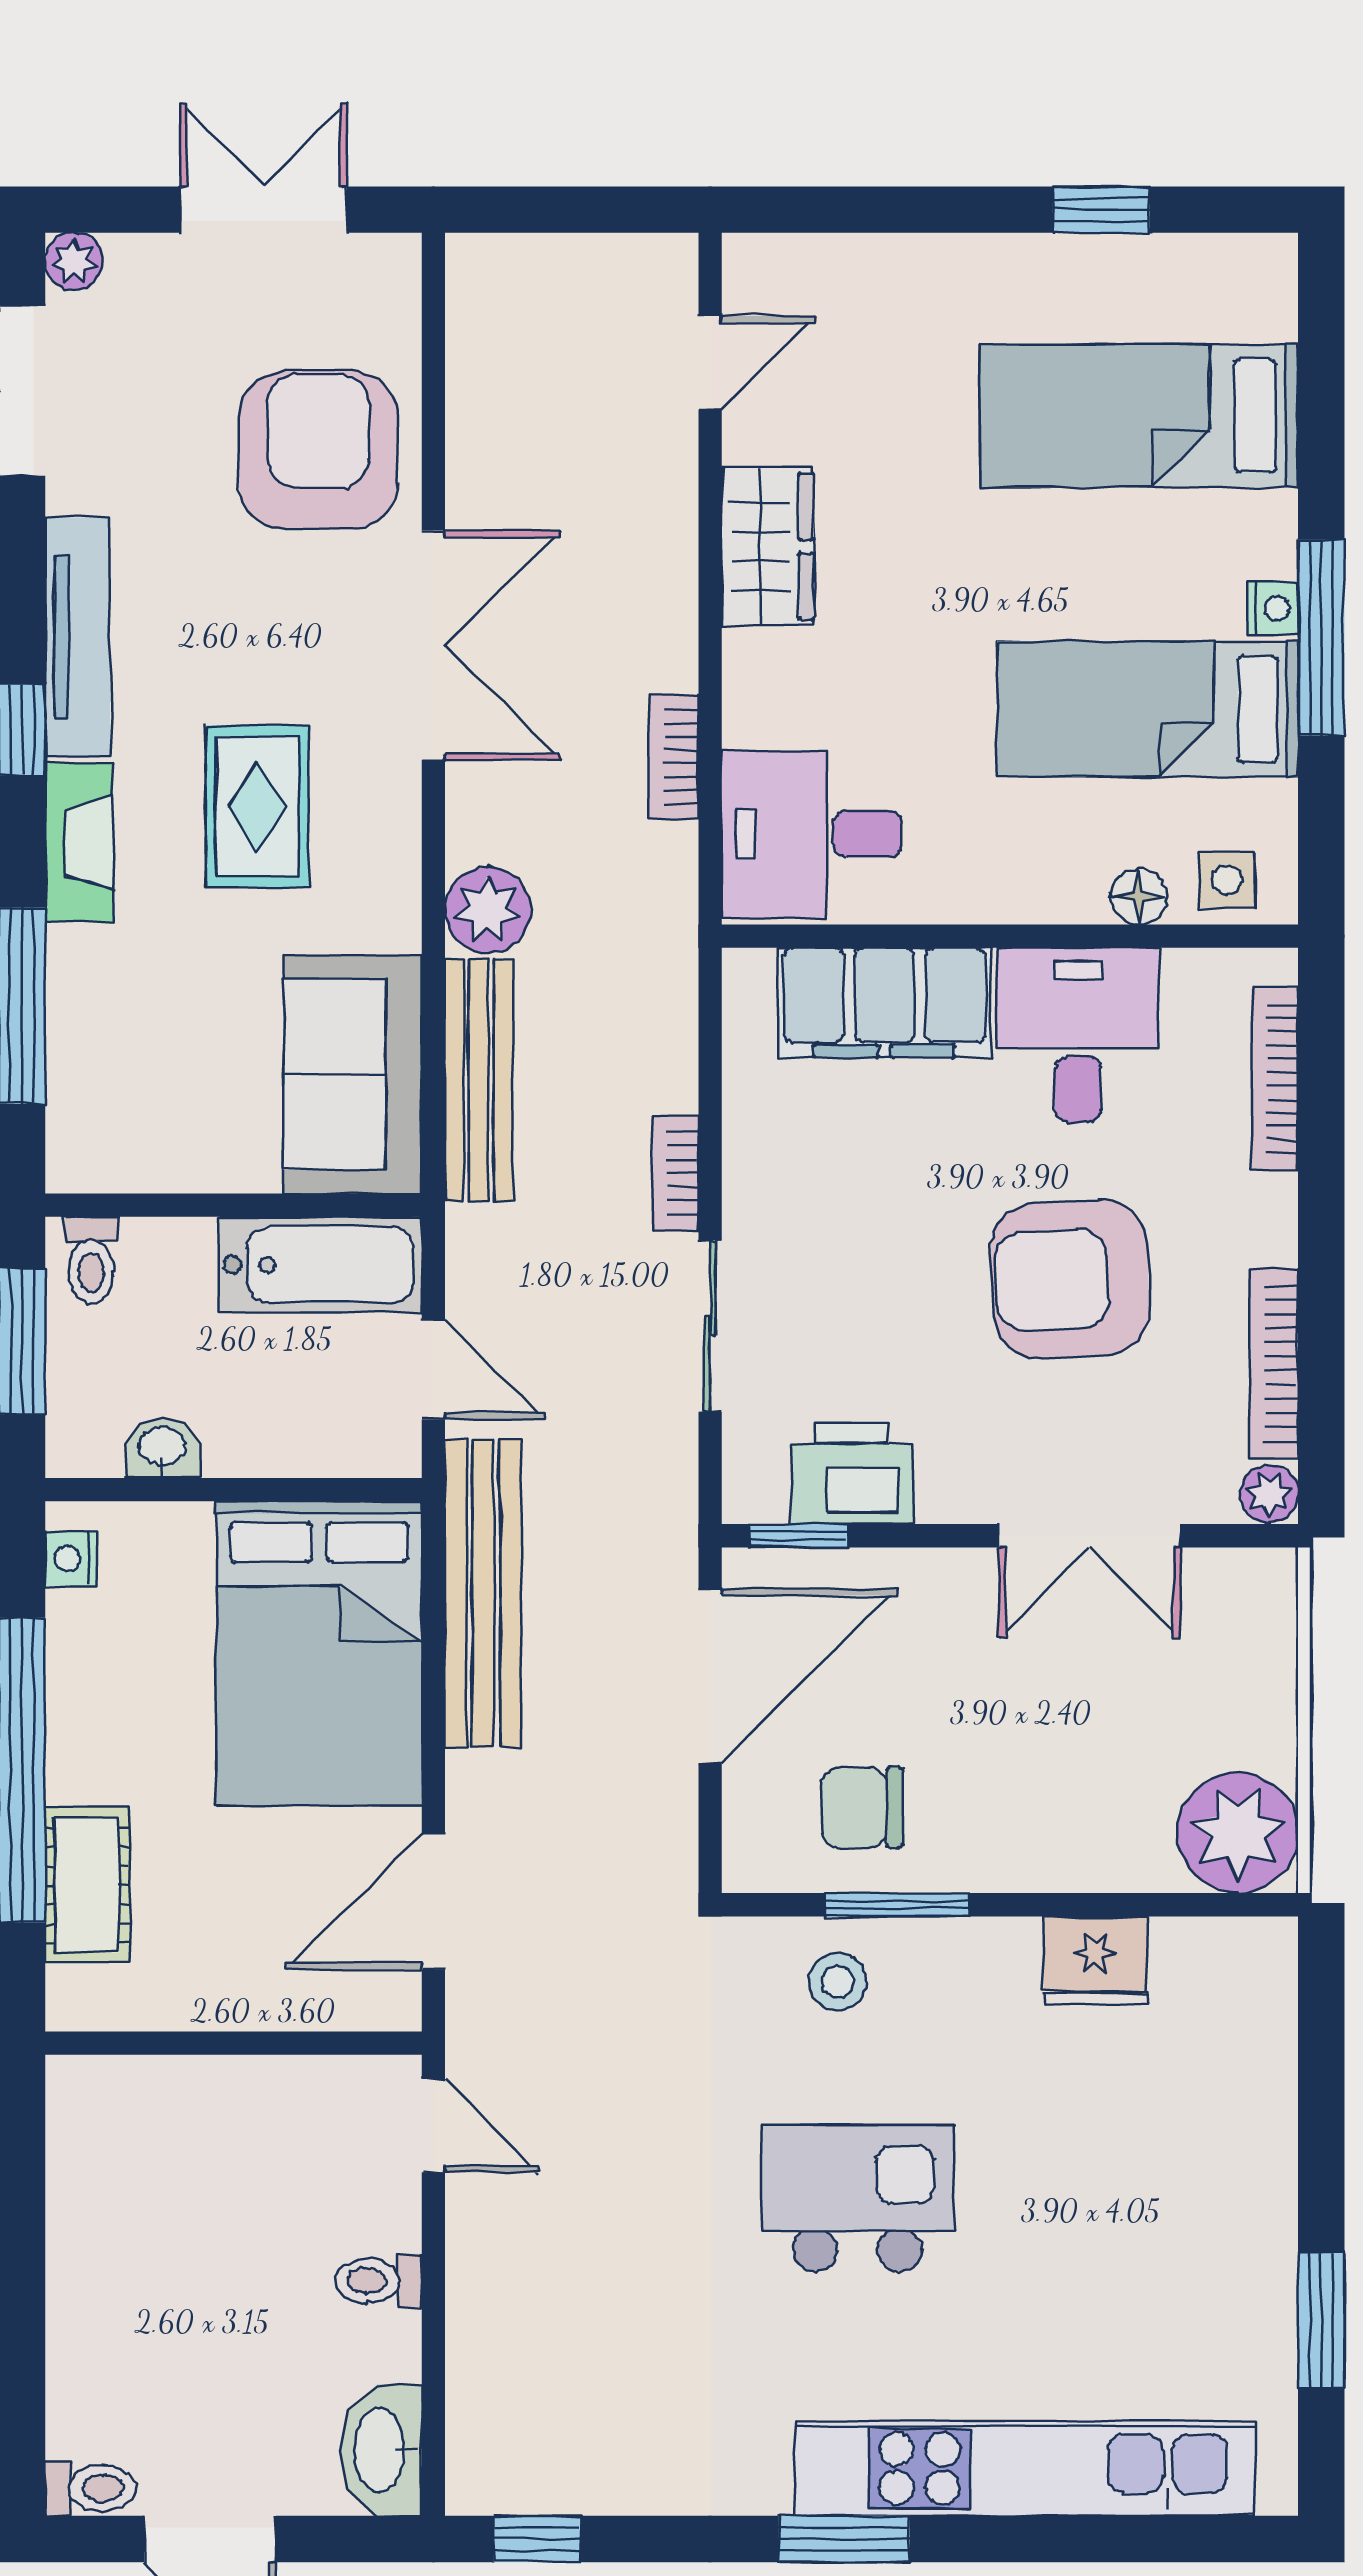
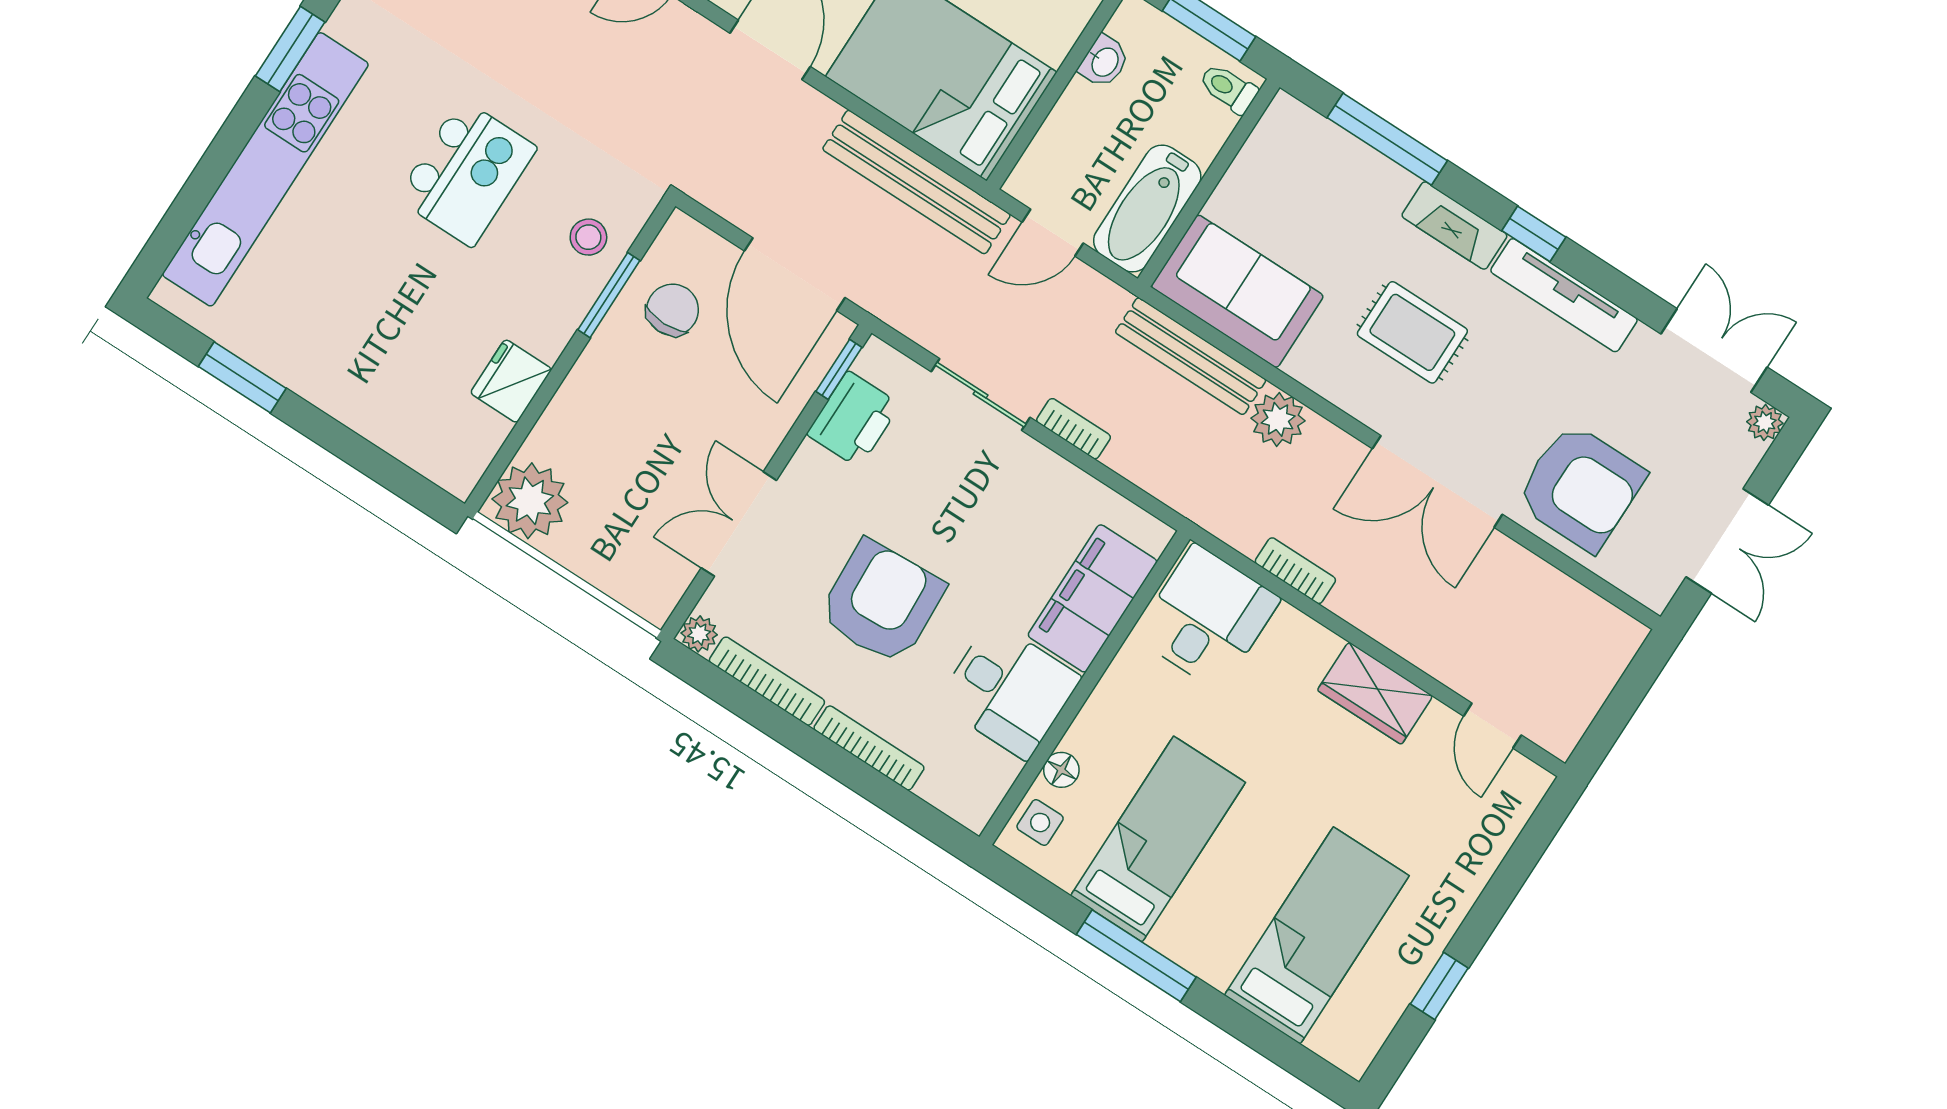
nightstand: (1273, 608) -> (1168, 940), removed
bookcase: (1275, 1079) -> (869, 748), moved

